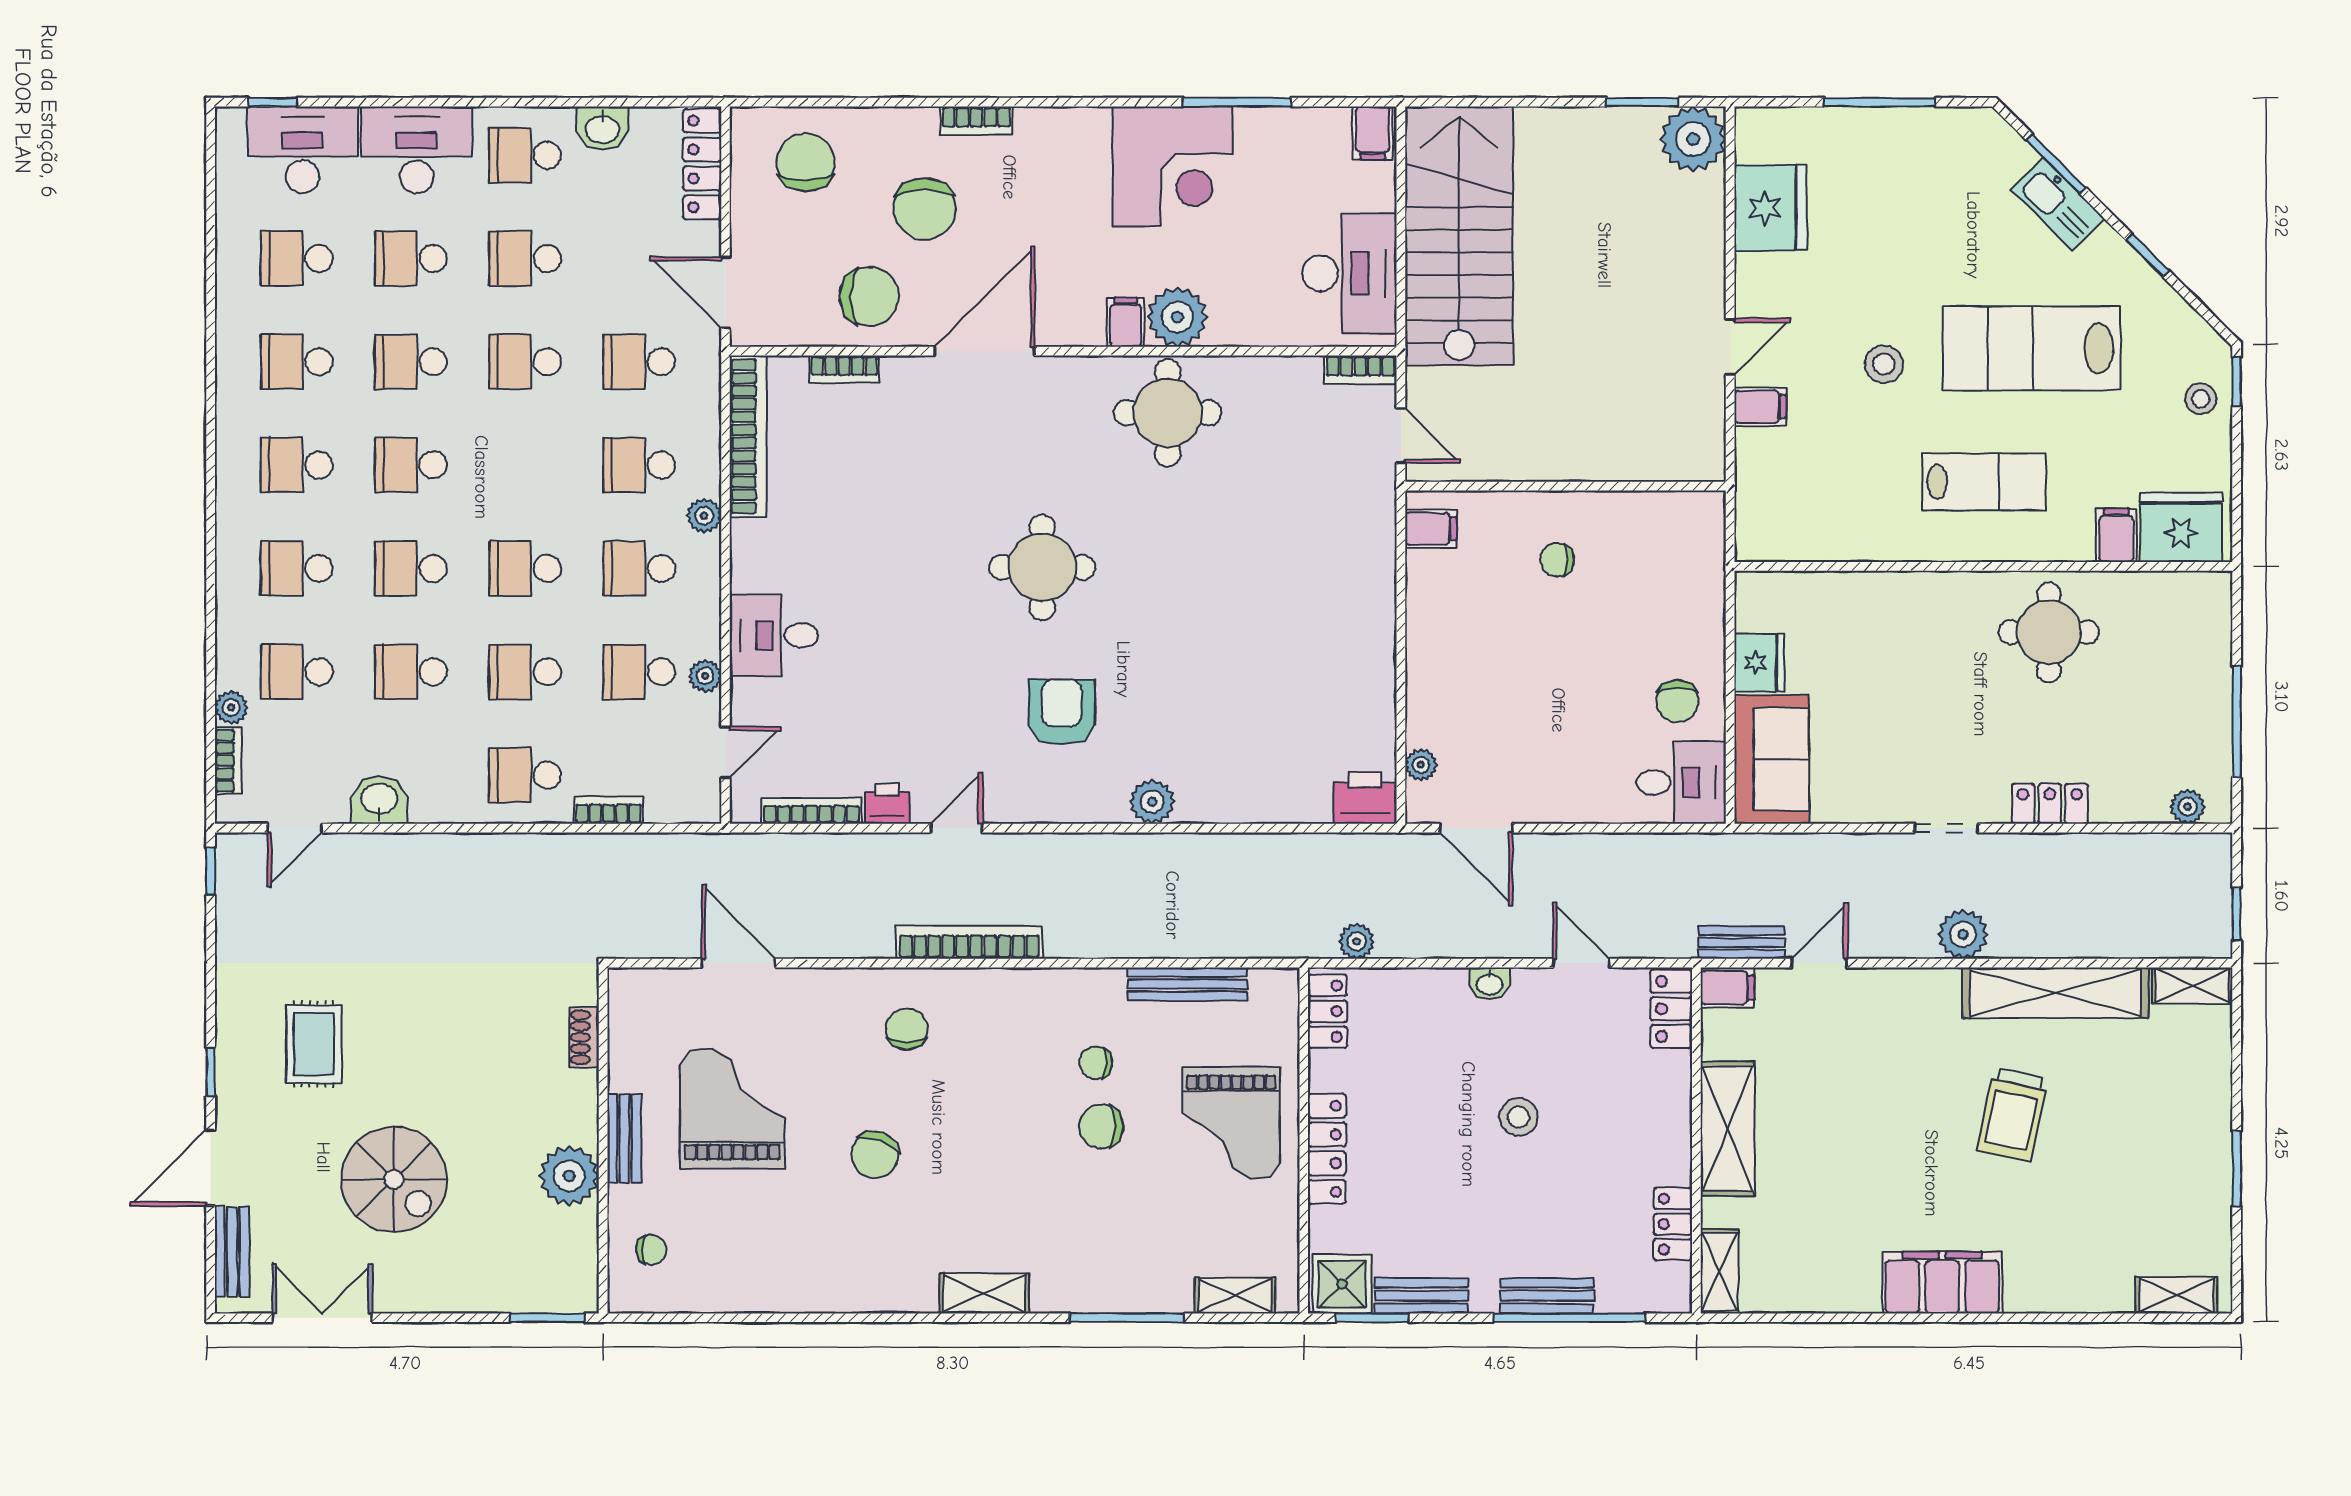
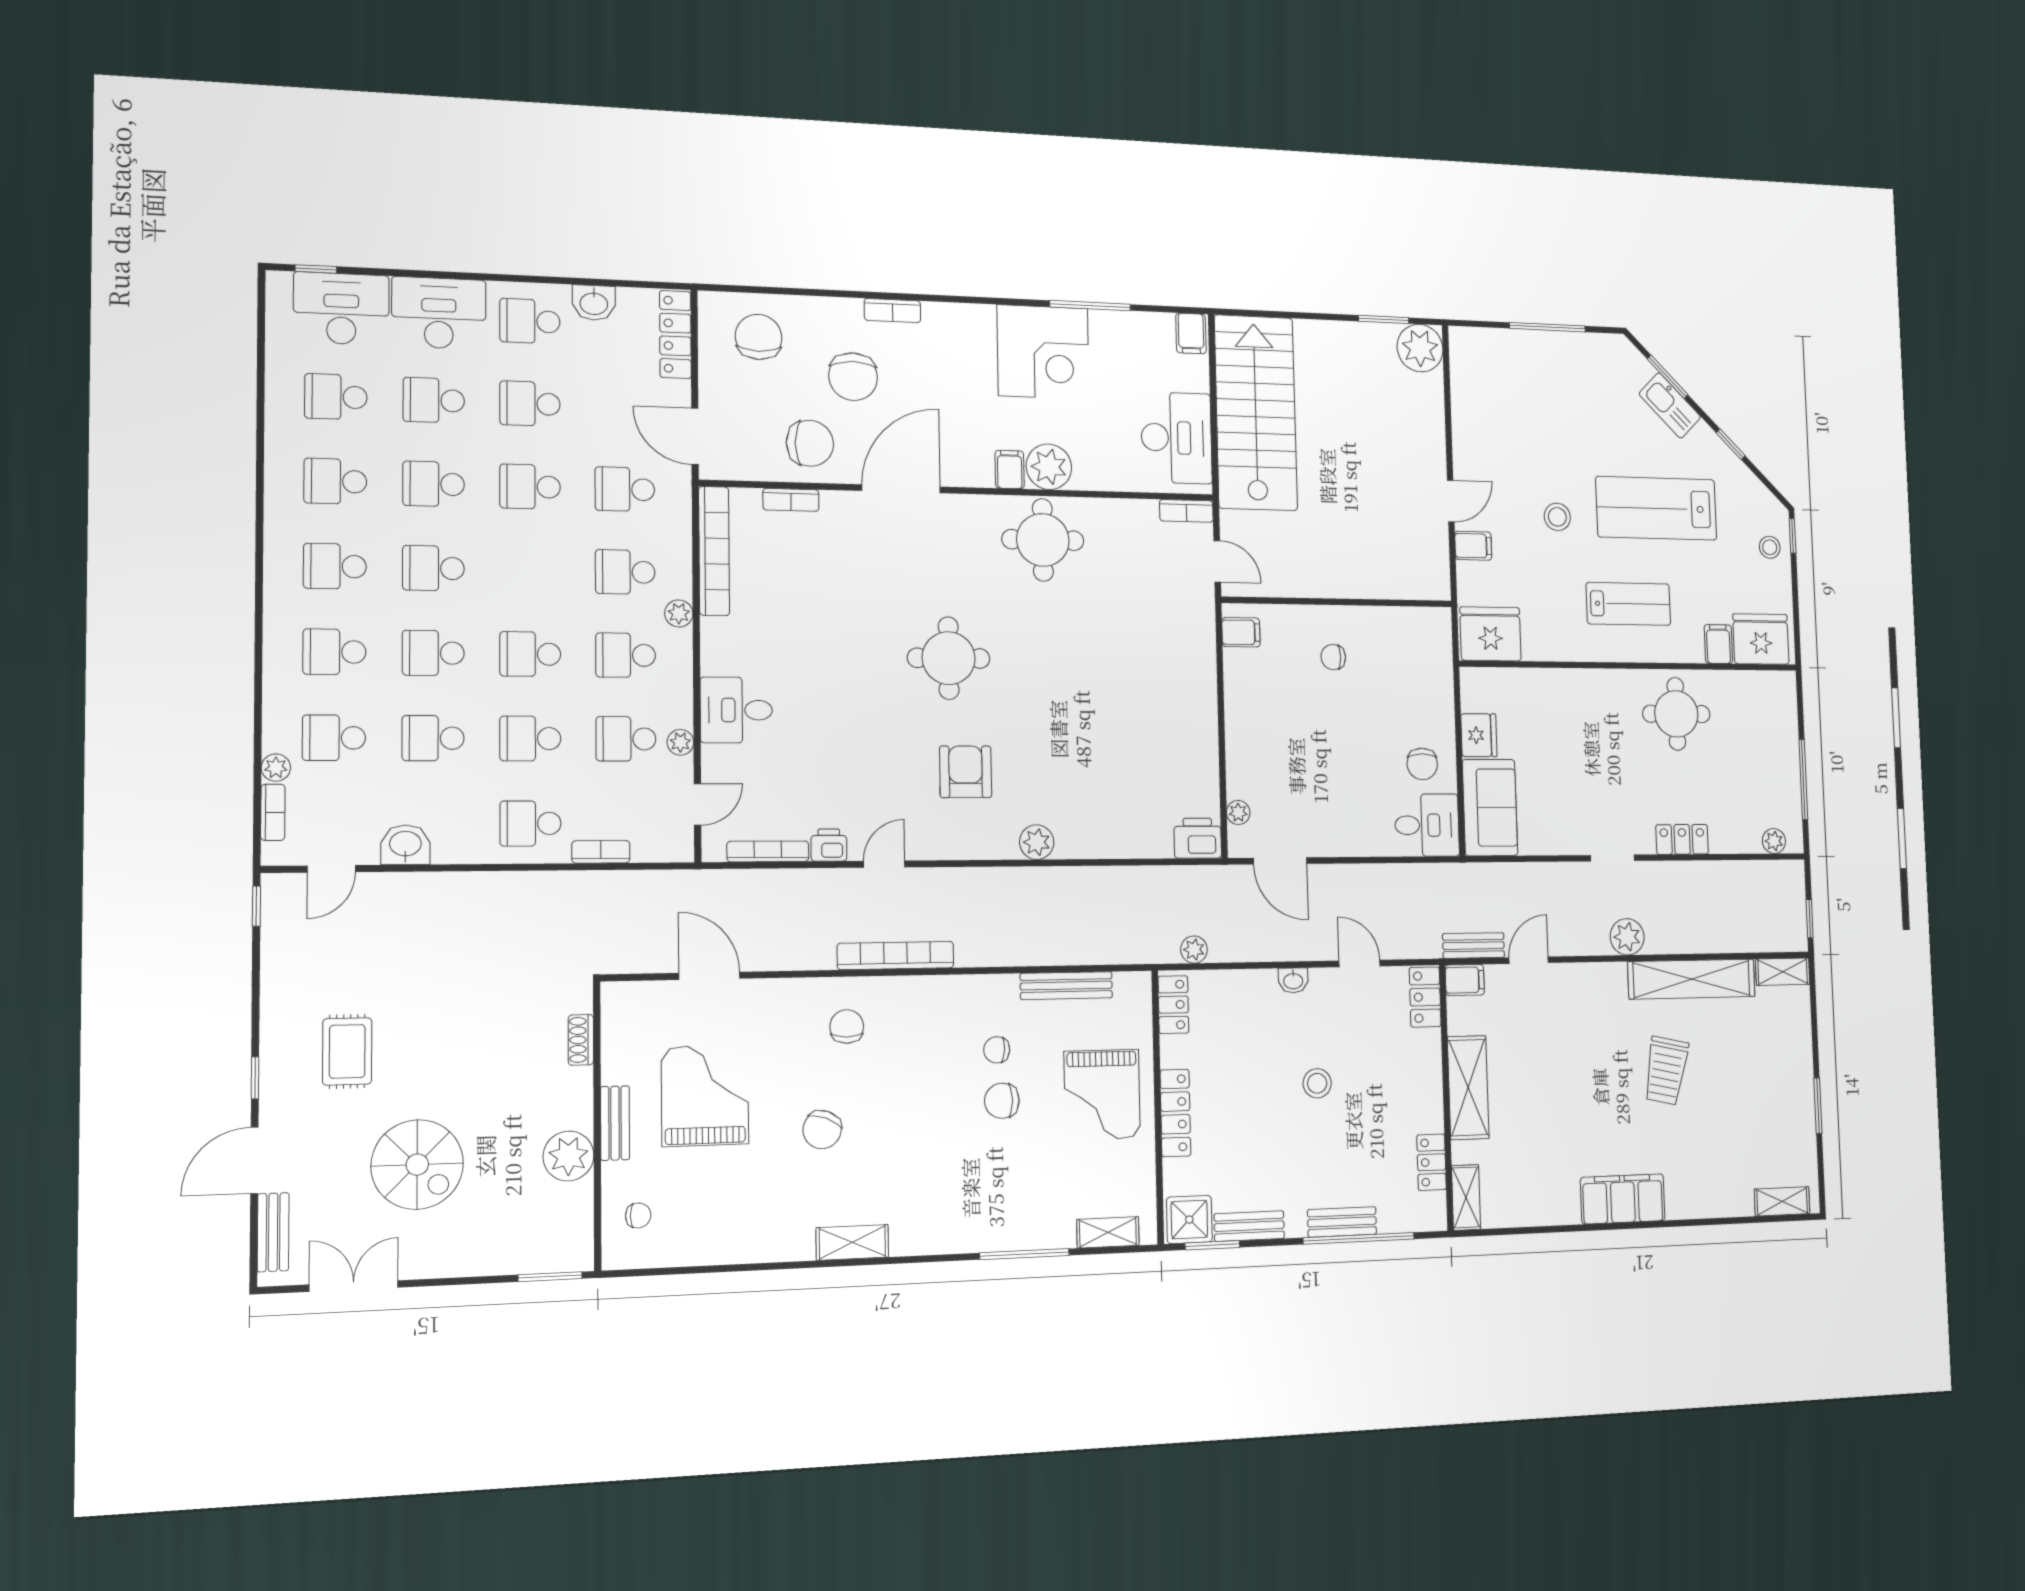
fridge: (1771, 208) -> (1490, 634), moved, turned -90
shelving: (984, 1294) -> (852, 1242), moved

